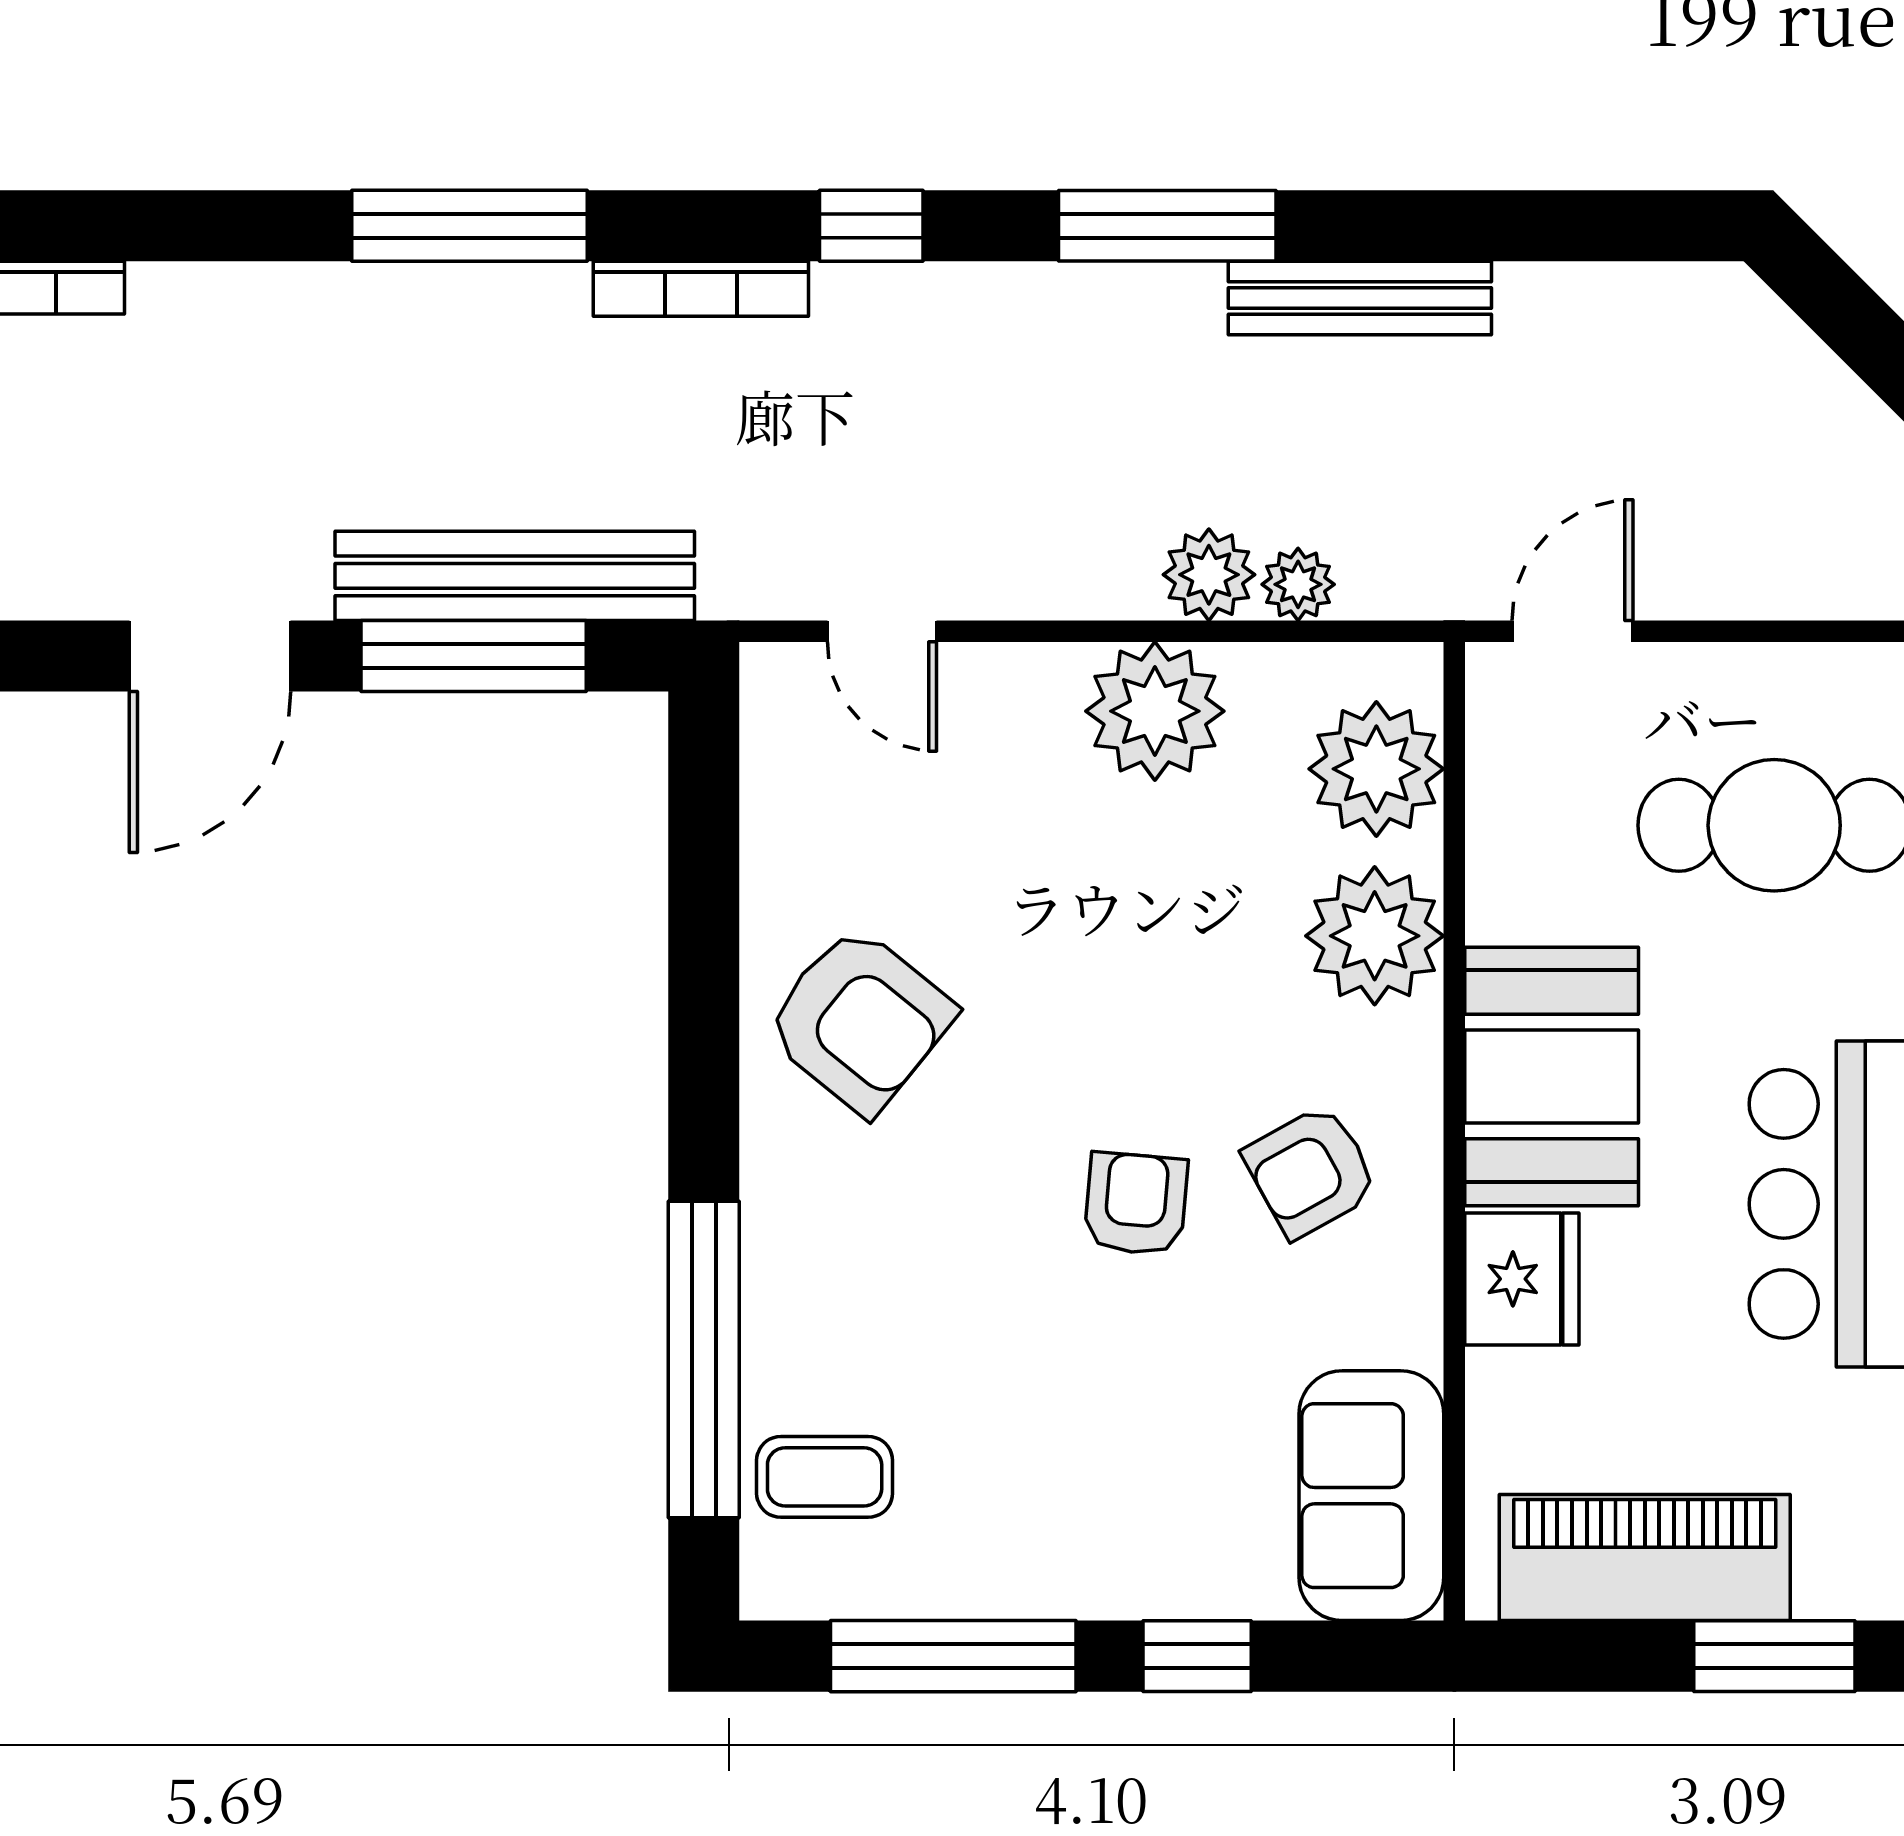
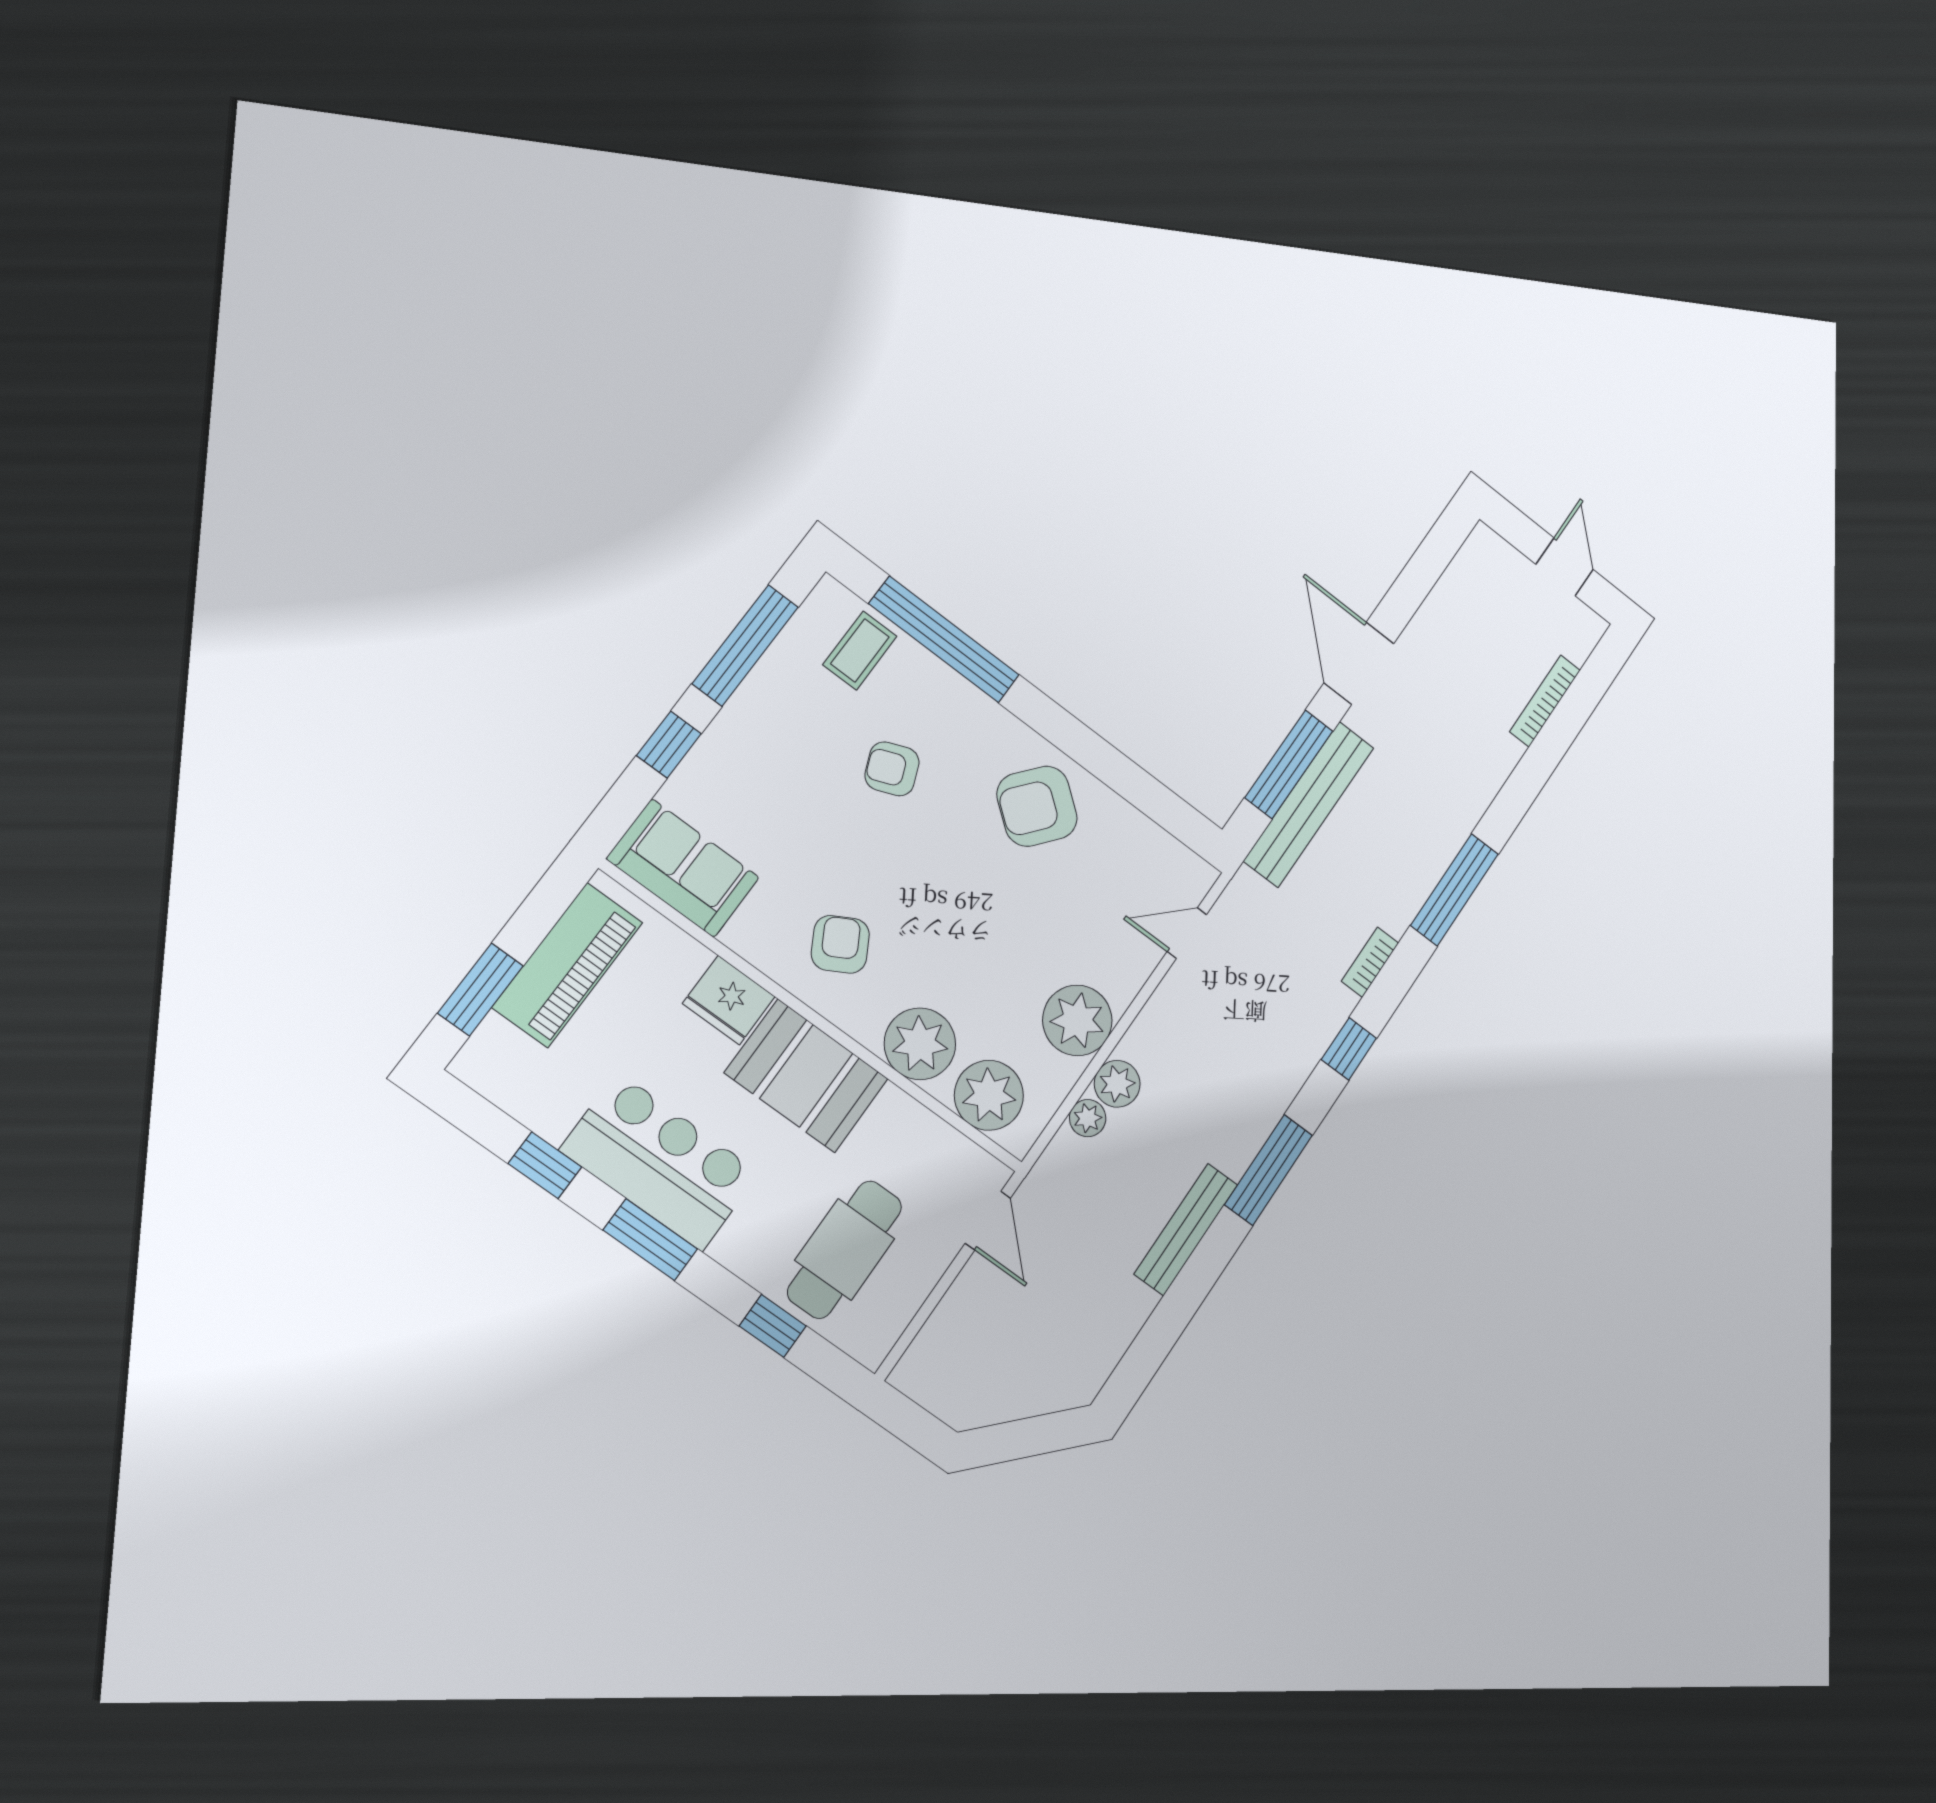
bookcase: (701, 289) -> (1370, 962), width x0.64
armchair: (1136, 1204) -> (892, 769), moved, turned 153

